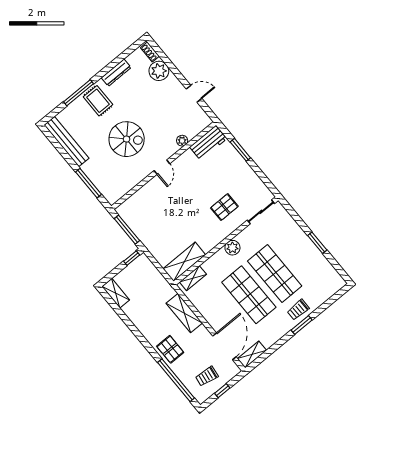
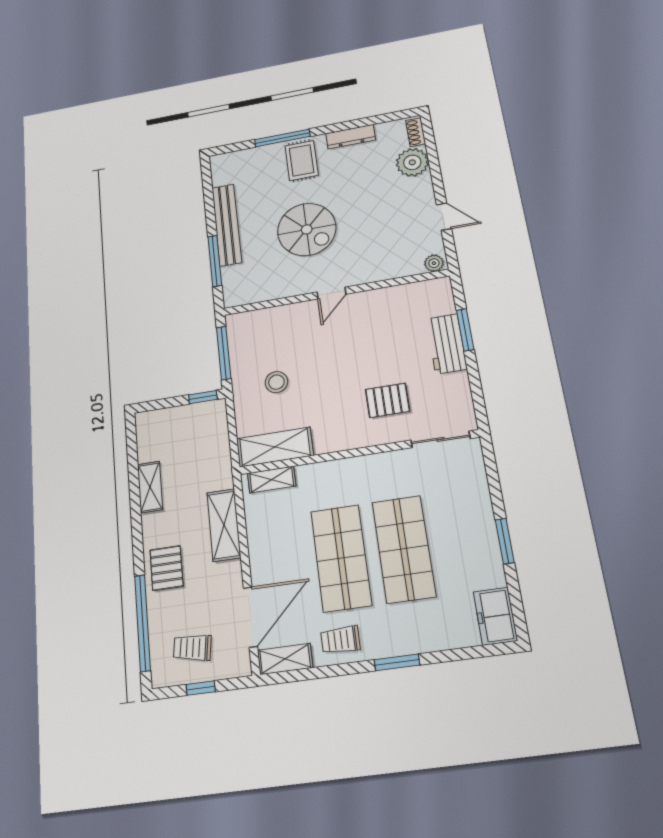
plant: (182, 141) -> (434, 263), moved
bench: (67, 142) -> (227, 225), moved
workbench: (208, 143) -> (447, 344), moved, turned 90
stool: (164, 229) -> (276, 382), added
plant: (232, 248) -> (361, 469), removed
freezer: (332, 279) -> (495, 616), added
shelving: (116, 293) -> (150, 487), moved
trolley: (298, 310) -> (340, 640), moved

